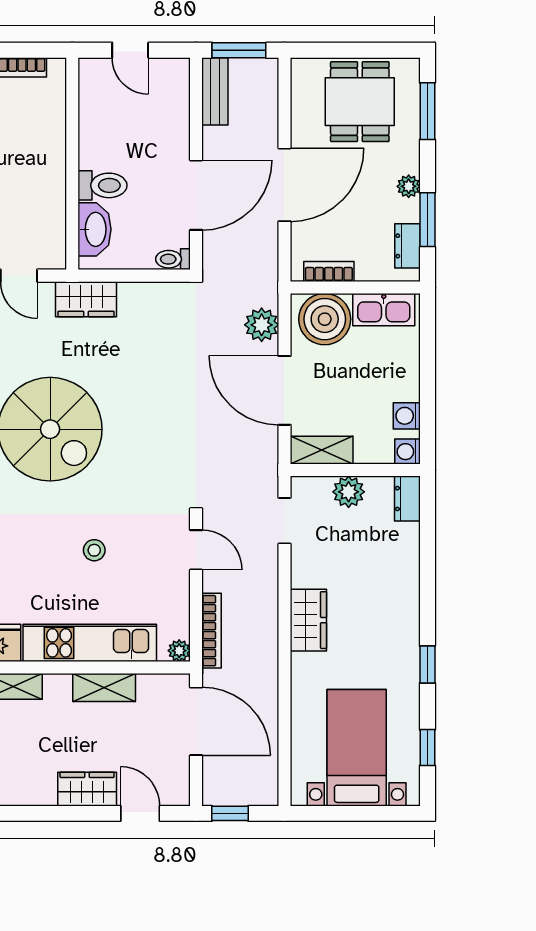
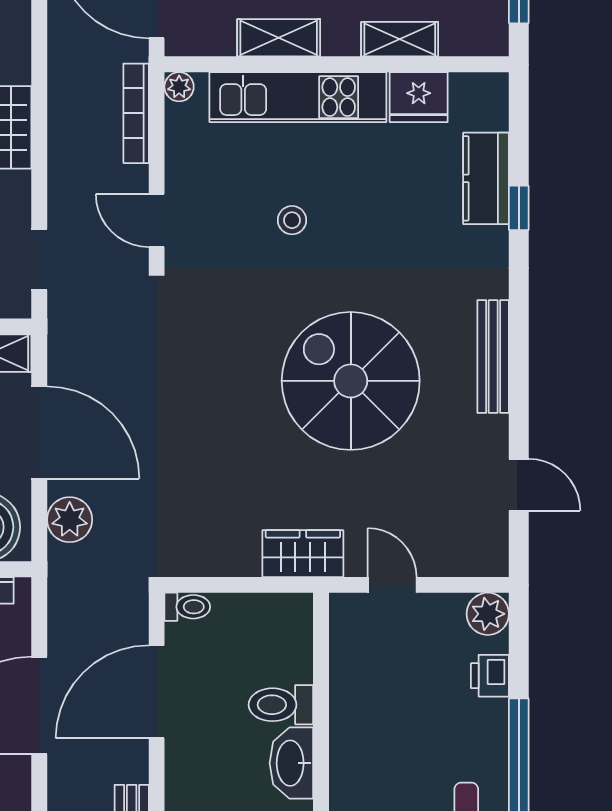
washbasin: (95, 229) -> (291, 763), moved

